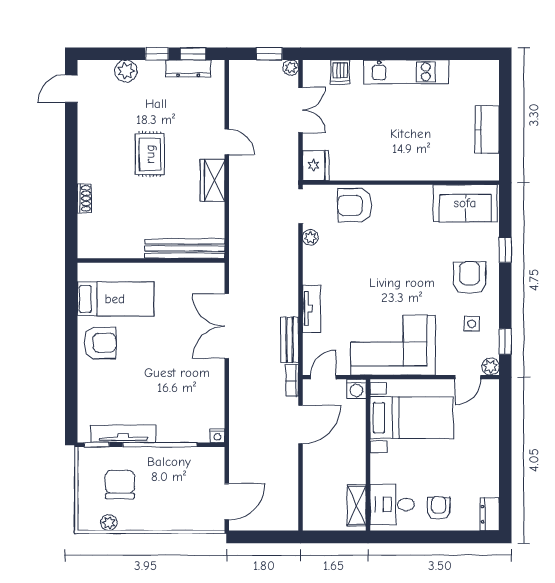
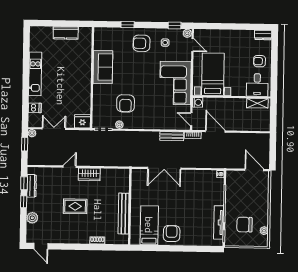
sofa: (465, 203) -> (103, 67), moved
armchair: (355, 205) -> (126, 103), moved
bench: (185, 249) -> (124, 214), moved
tv unit: (312, 309) -> (156, 125), removed

